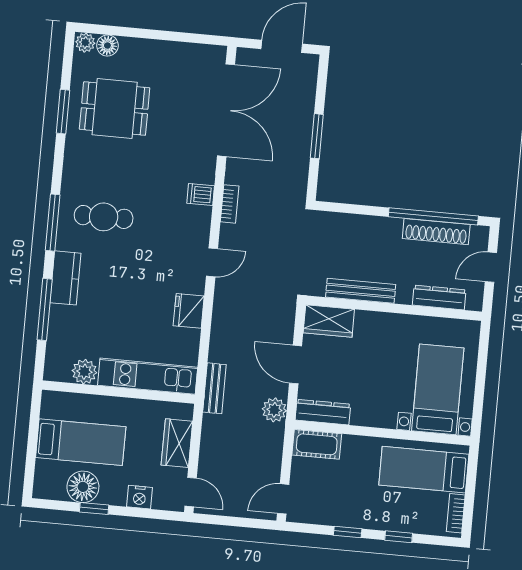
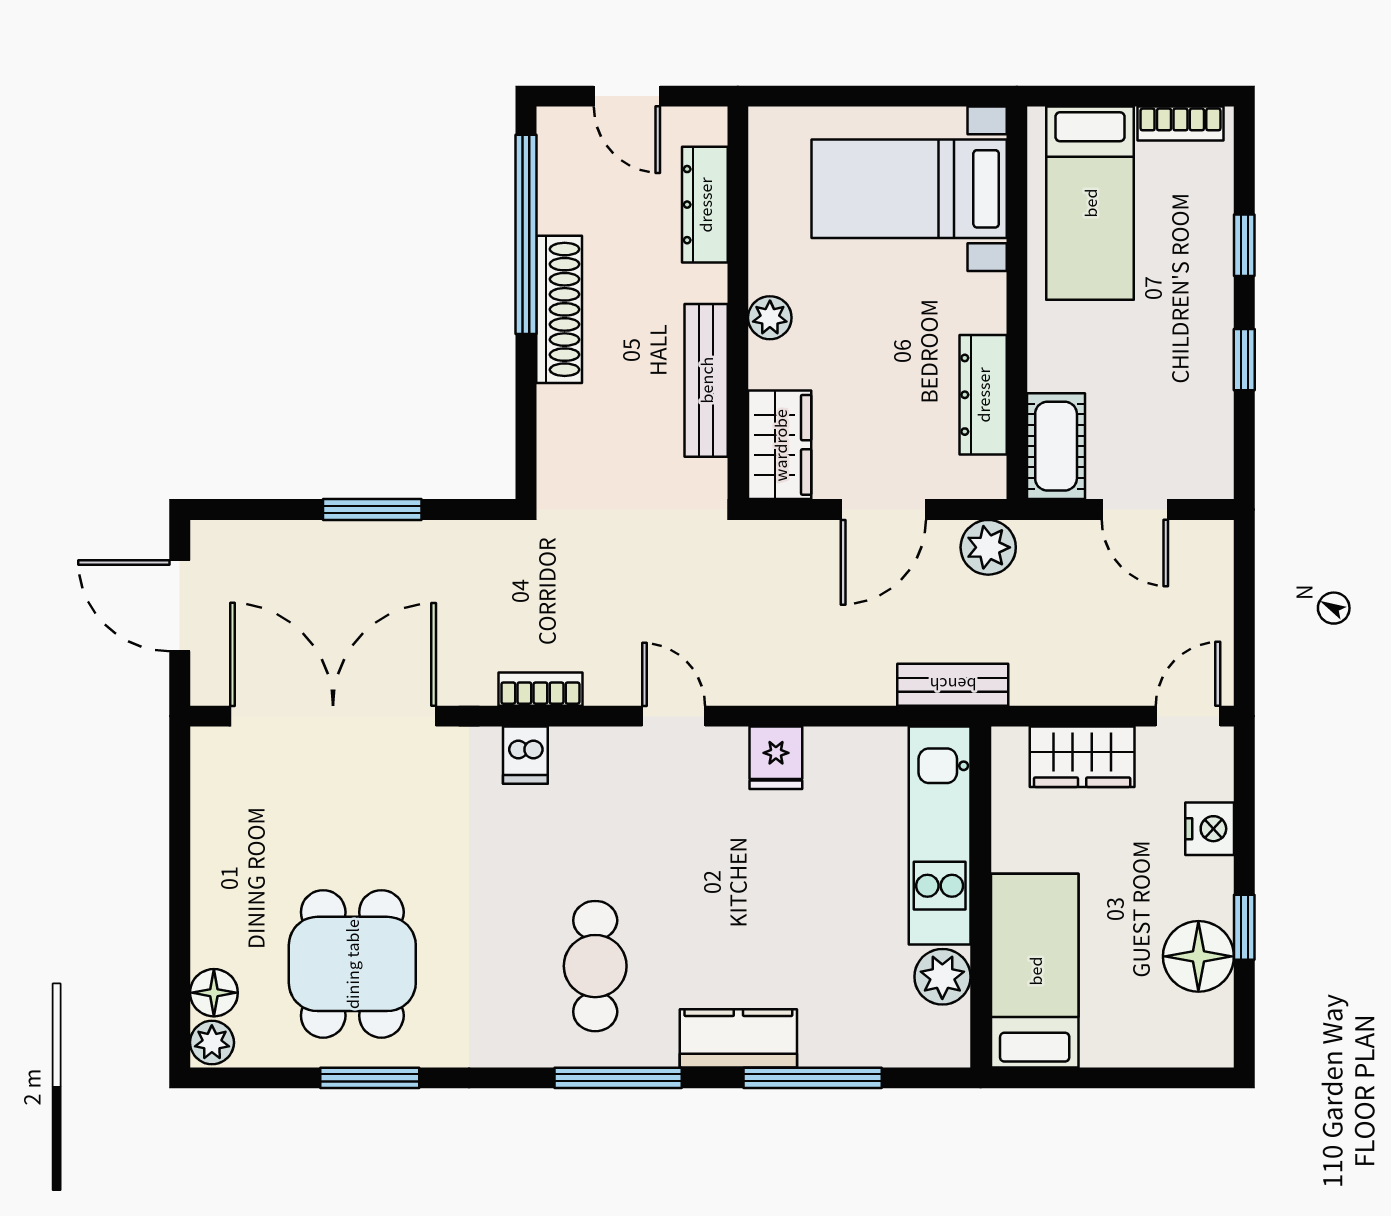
shoe rack: (436, 232) -> (559, 309), moved
fridge: (189, 311) -> (776, 758), width x0.72
plant: (386, 322) -> (770, 318), added
dresser: (323, 412) -> (983, 395), moved
bed: (81, 442) -> (1035, 971), moved
door: (283, 499) -> (1135, 509), moved

